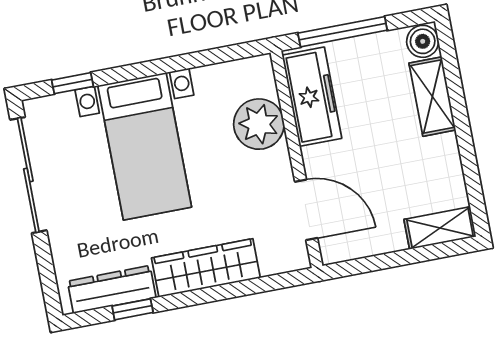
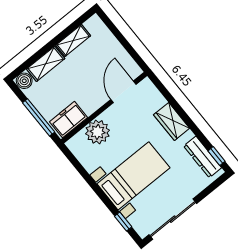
freezer: (312, 97) -> (69, 120), width x0.71
shelving: (440, 228) -> (73, 41), moved, turned 90
wardrobe: (206, 268) -> (172, 121), width x0.67
window: (133, 309) -> (217, 156), moved

